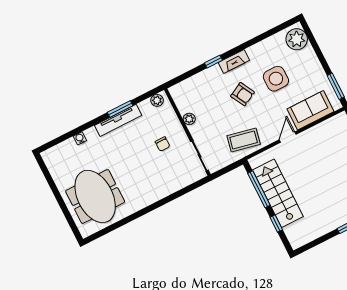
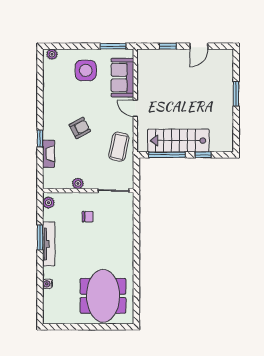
plant: (297, 39) -> (52, 54), width x0.53, depth x0.53
fireplace: (234, 61) -> (49, 154), moved
side table: (276, 79) -> (86, 70), moved
meeting table: (95, 196) -> (103, 296), turned 90

